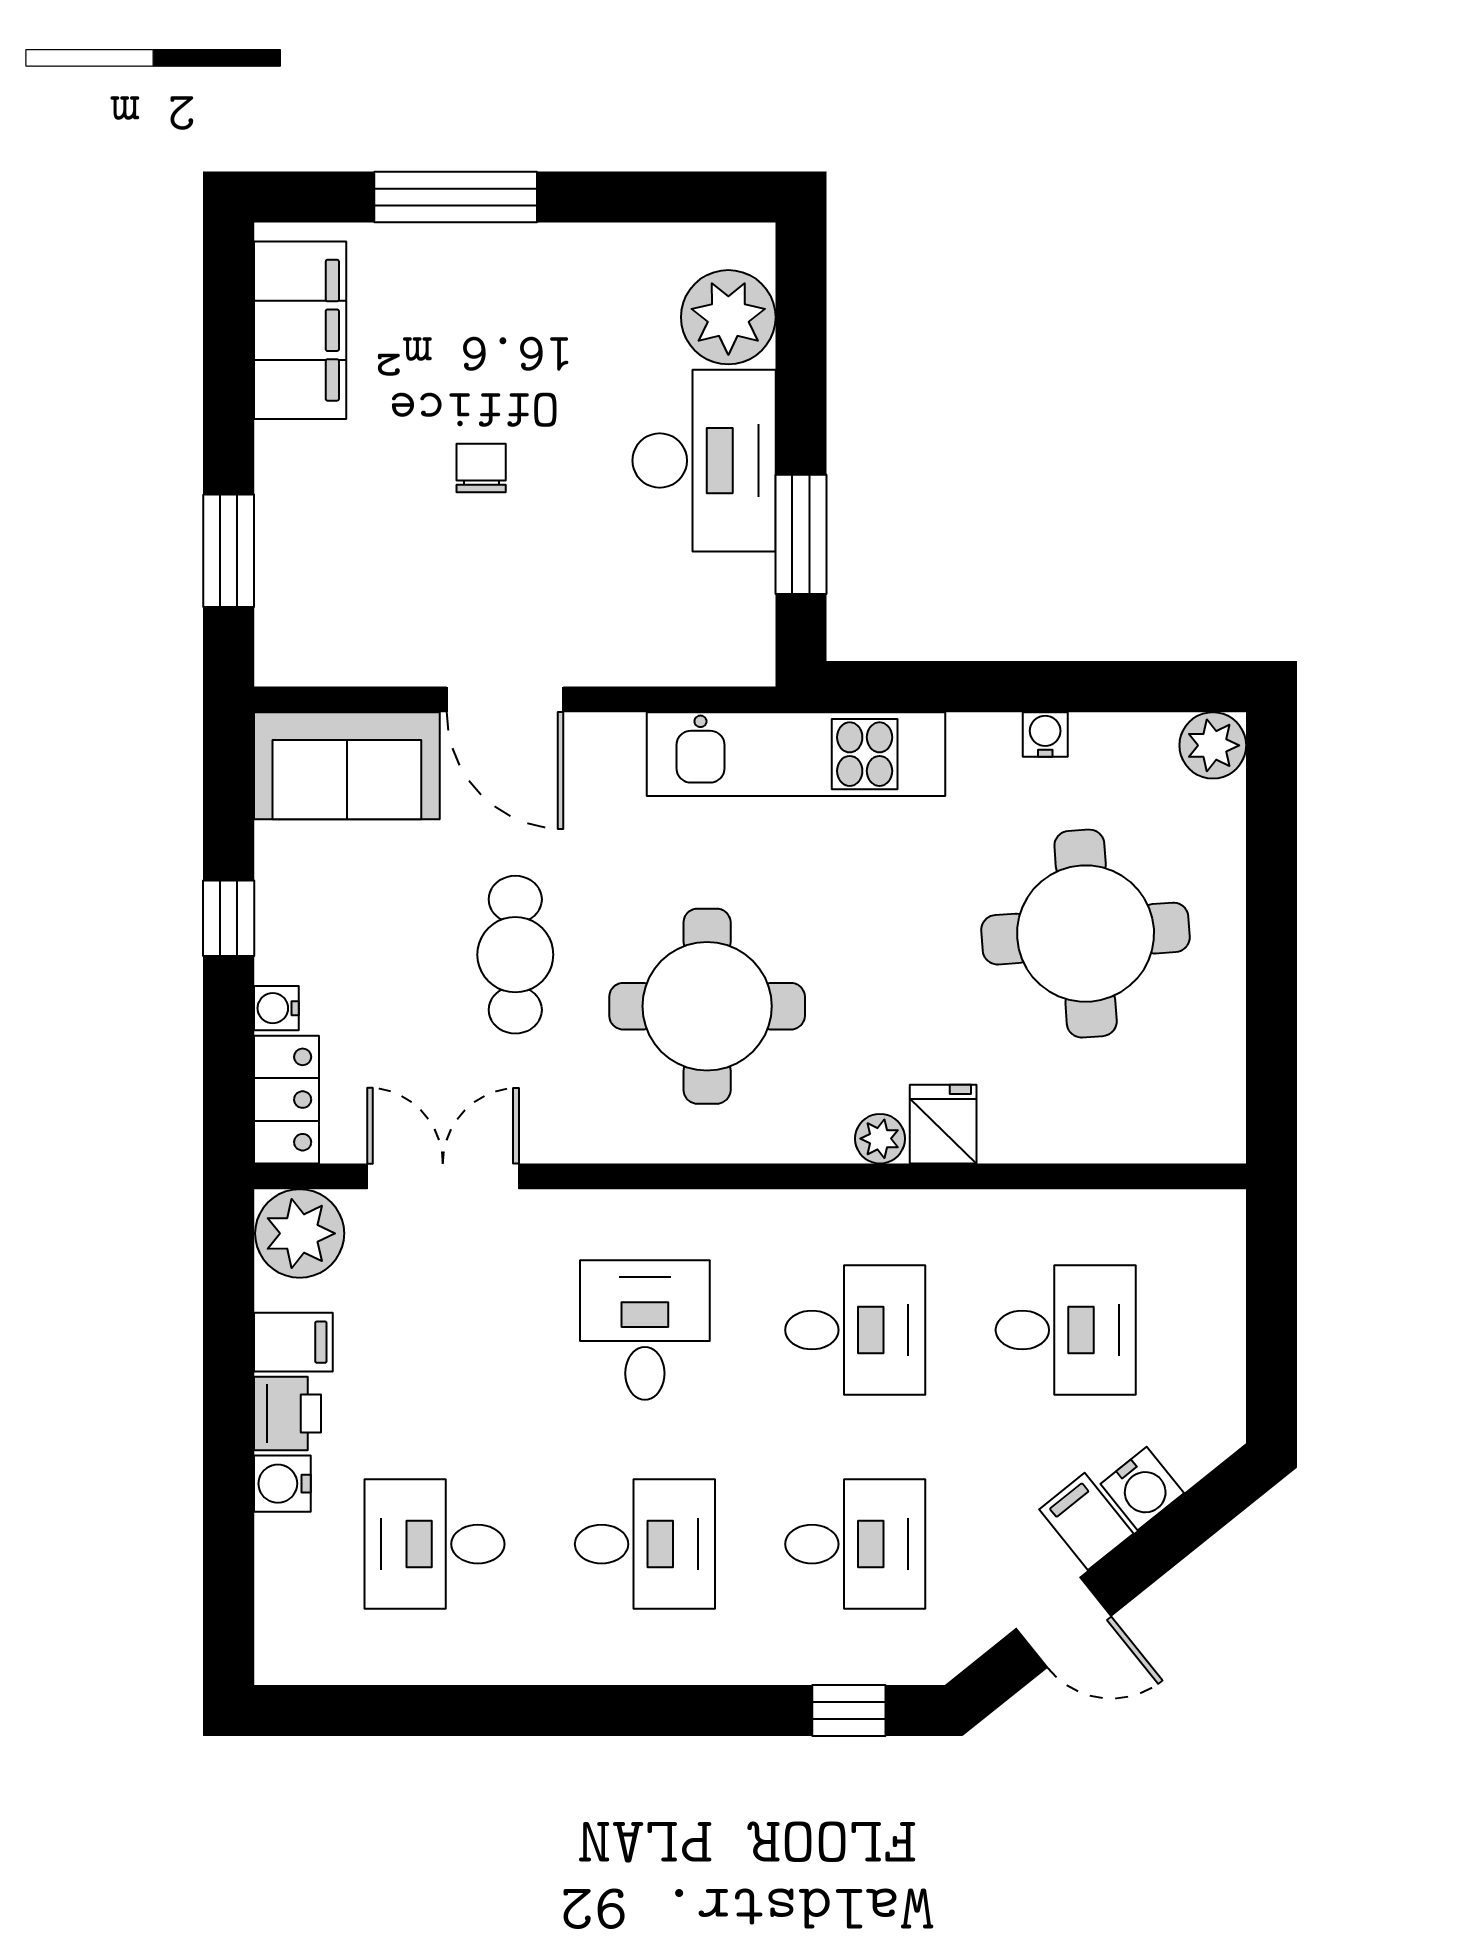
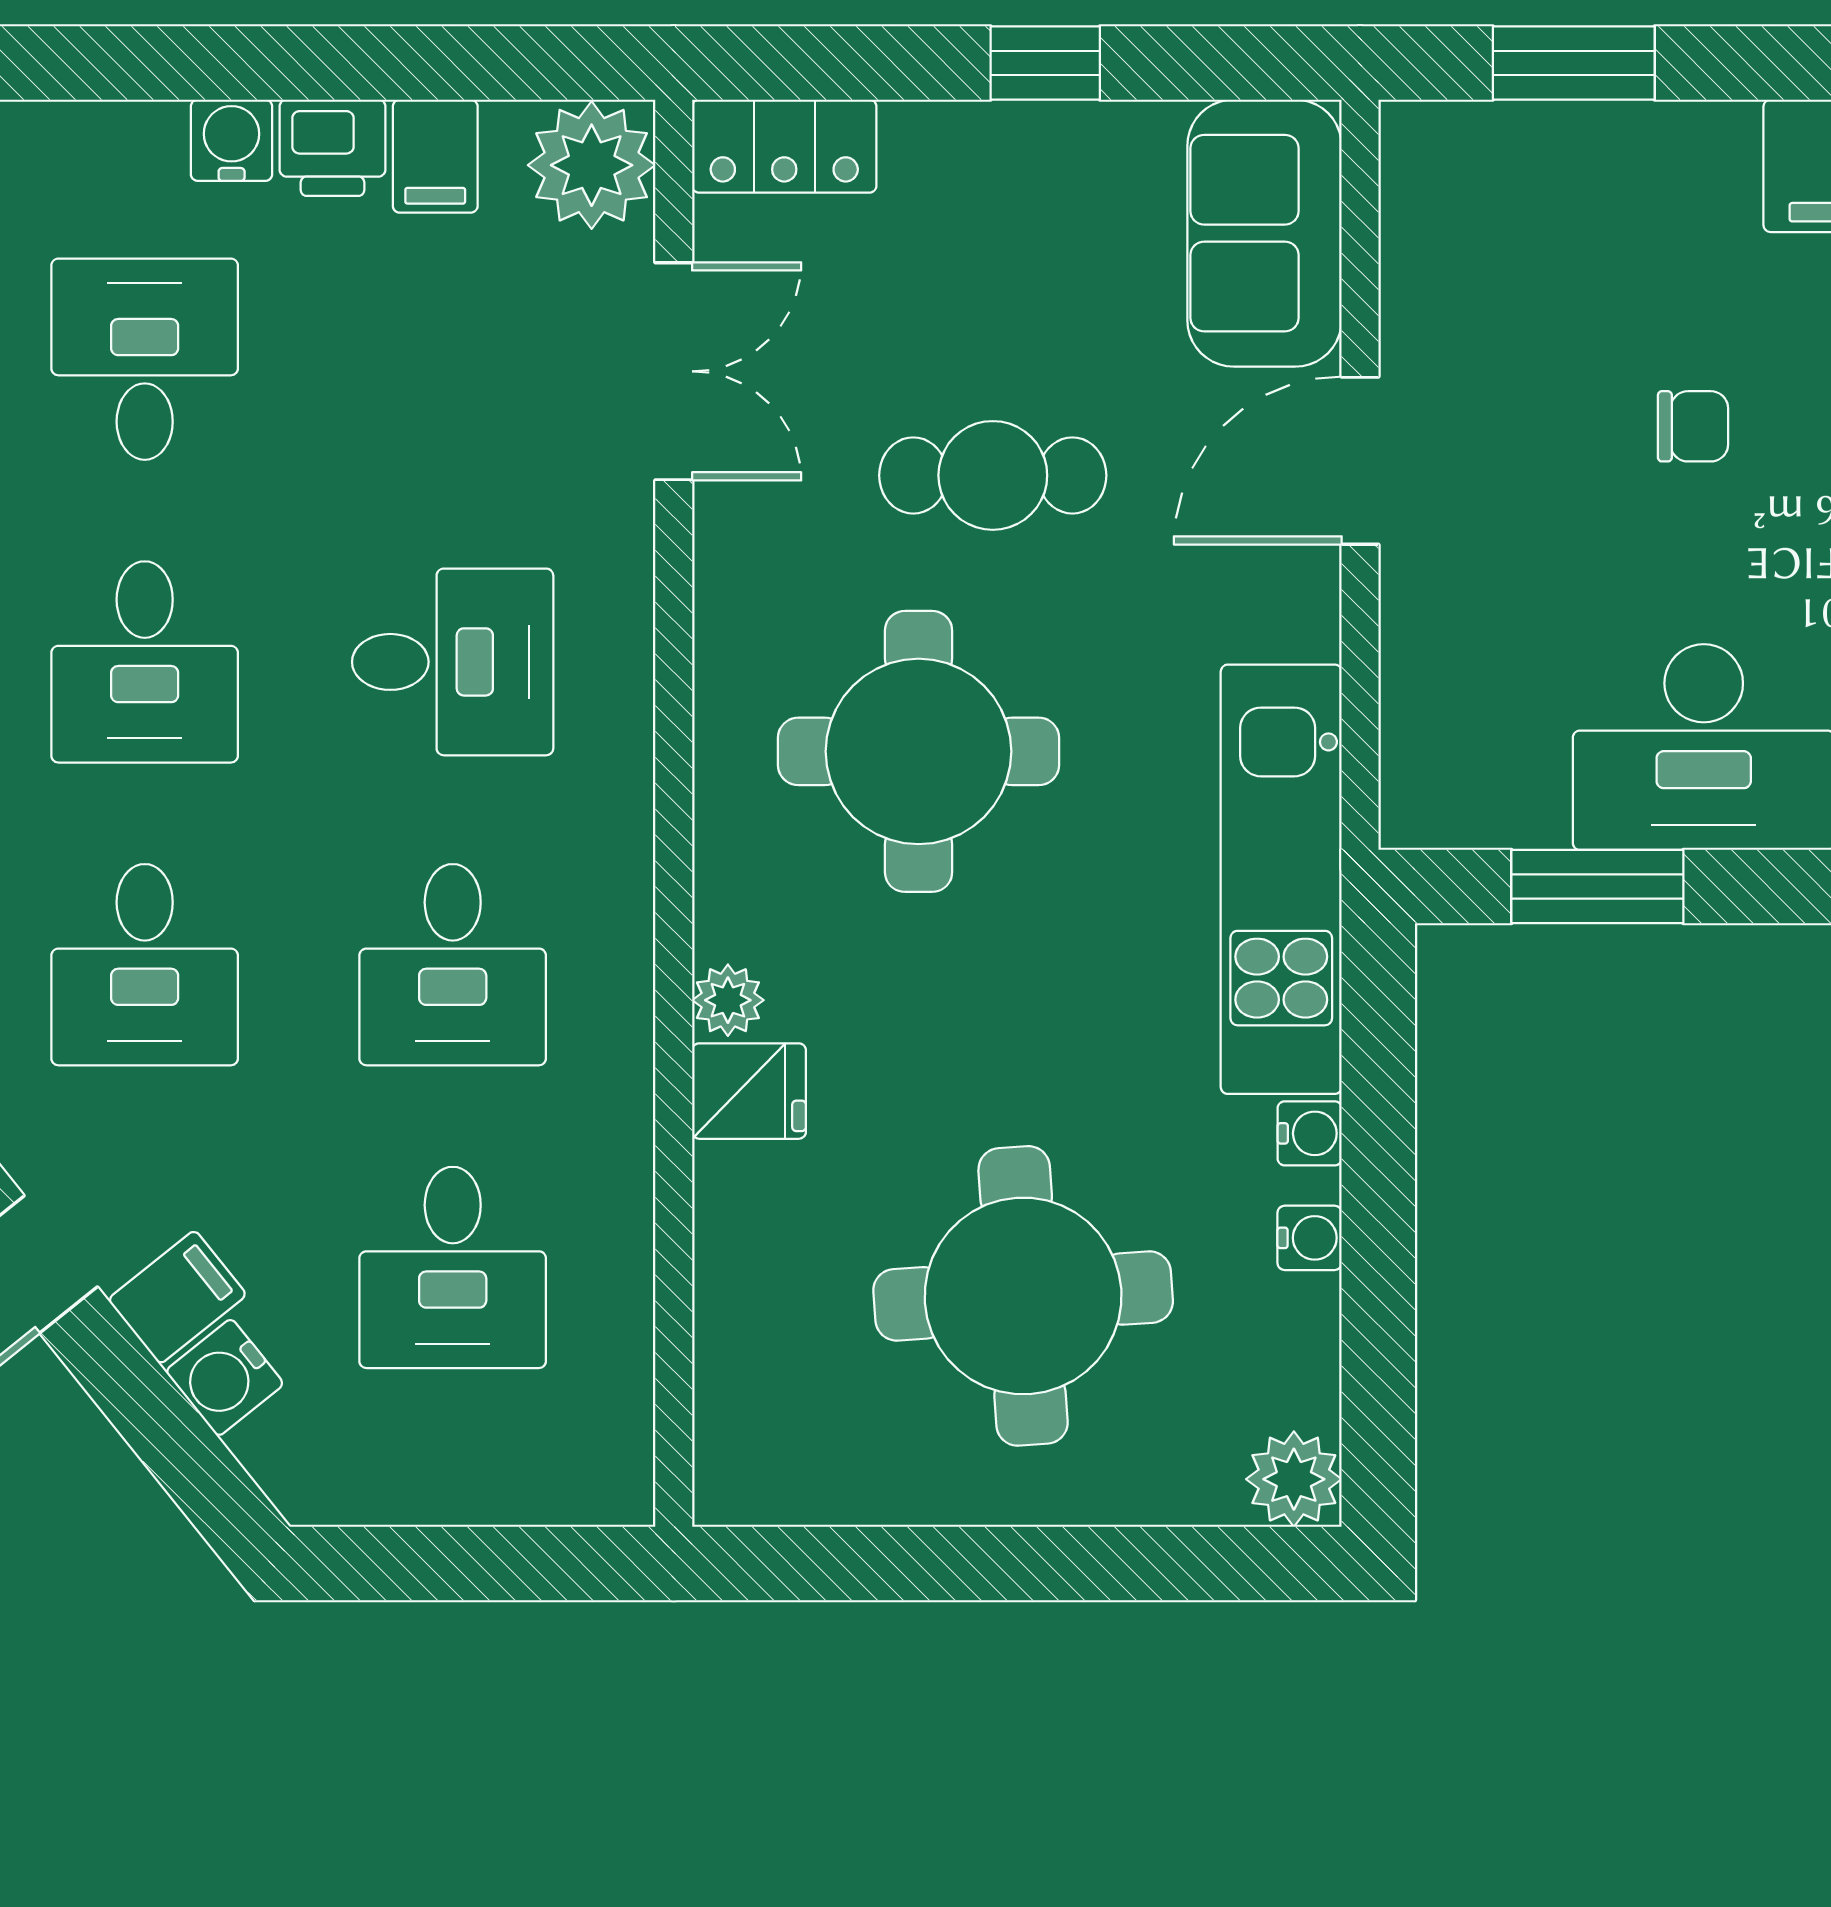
water cooler: (276, 1008) -> (1310, 1133), moved, turned 90

